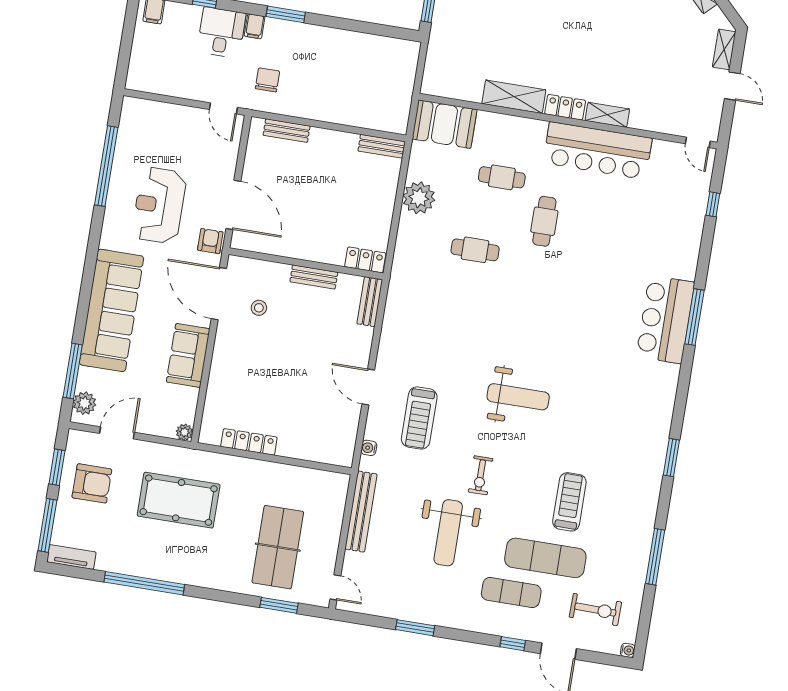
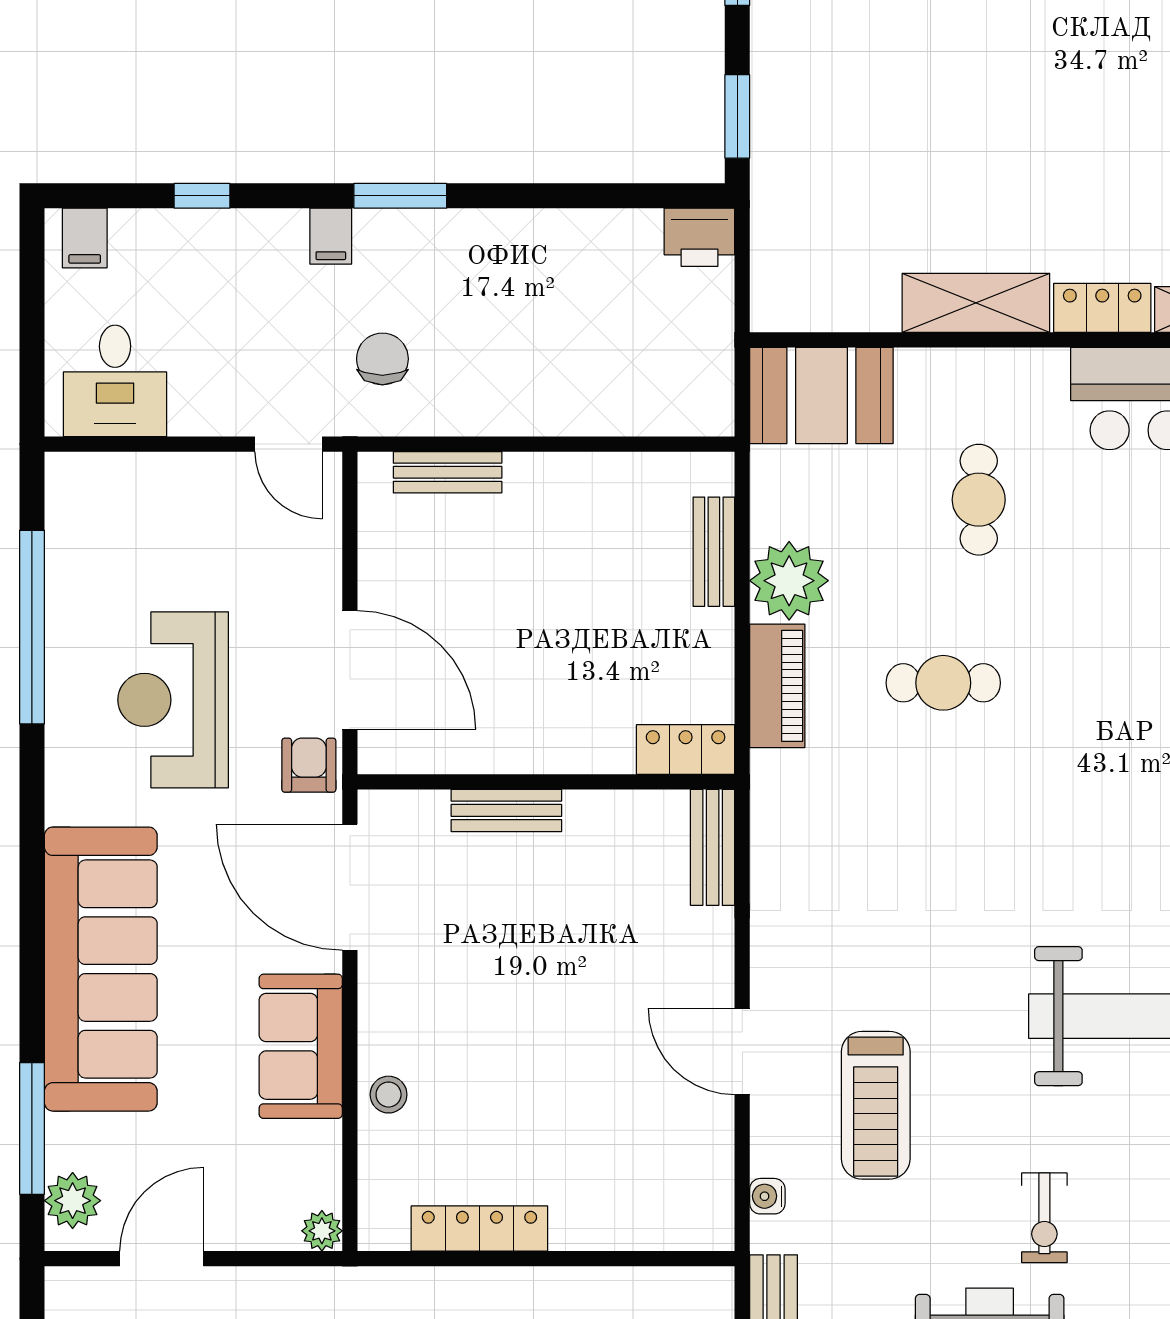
desk: (221, 33) -> (115, 381), moved, turned 180
printer: (405, 51) -> (699, 237), added
bench: (382, 146) -> (714, 552), moved, turned 90
cafe table: (502, 177) -> (979, 500), turned 90
cafe table: (544, 221) -> (1097, 588), removed
piano: (407, 240) -> (777, 686), added
bench: (314, 277) -> (506, 810), moved
stool: (259, 308) -> (389, 1095), moved

